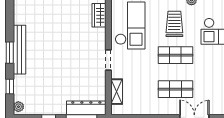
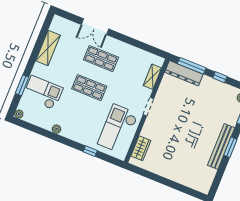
trolley: (174, 24) -> (79, 115), removed

